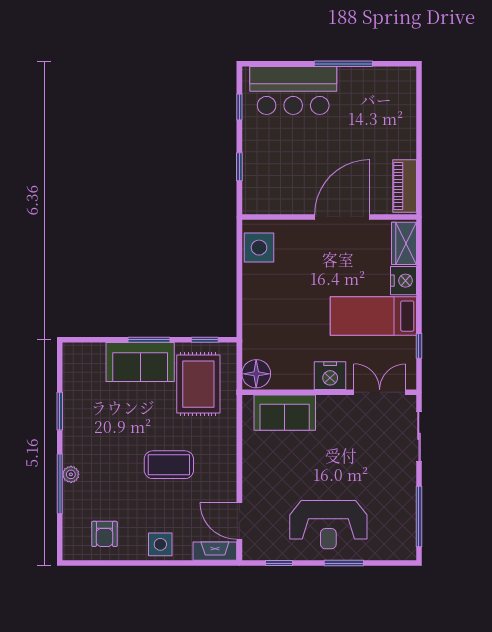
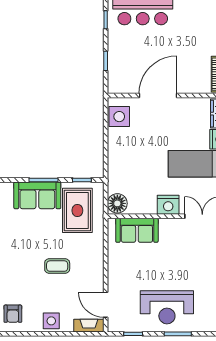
door: (342, 217) -> (158, 96), moved
coffee table: (169, 465) -> (57, 266), width x0.73, depth x0.77

